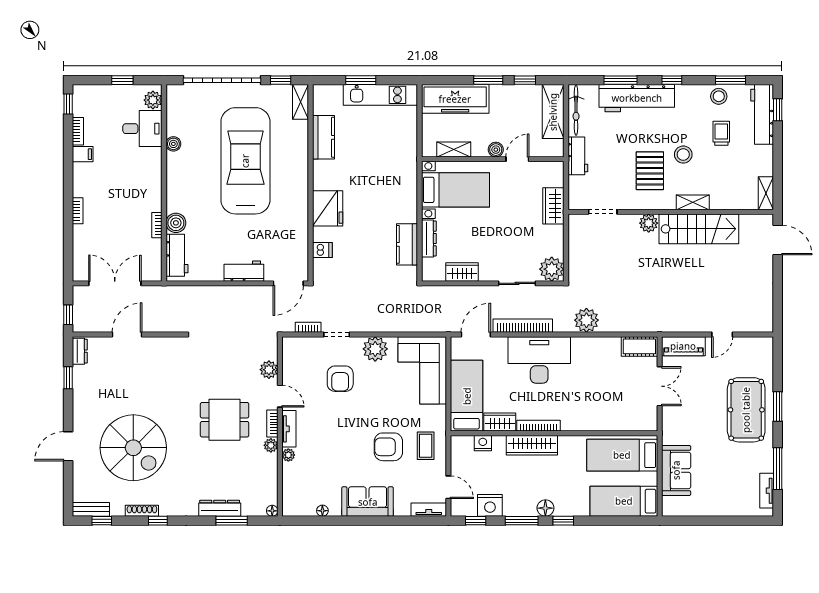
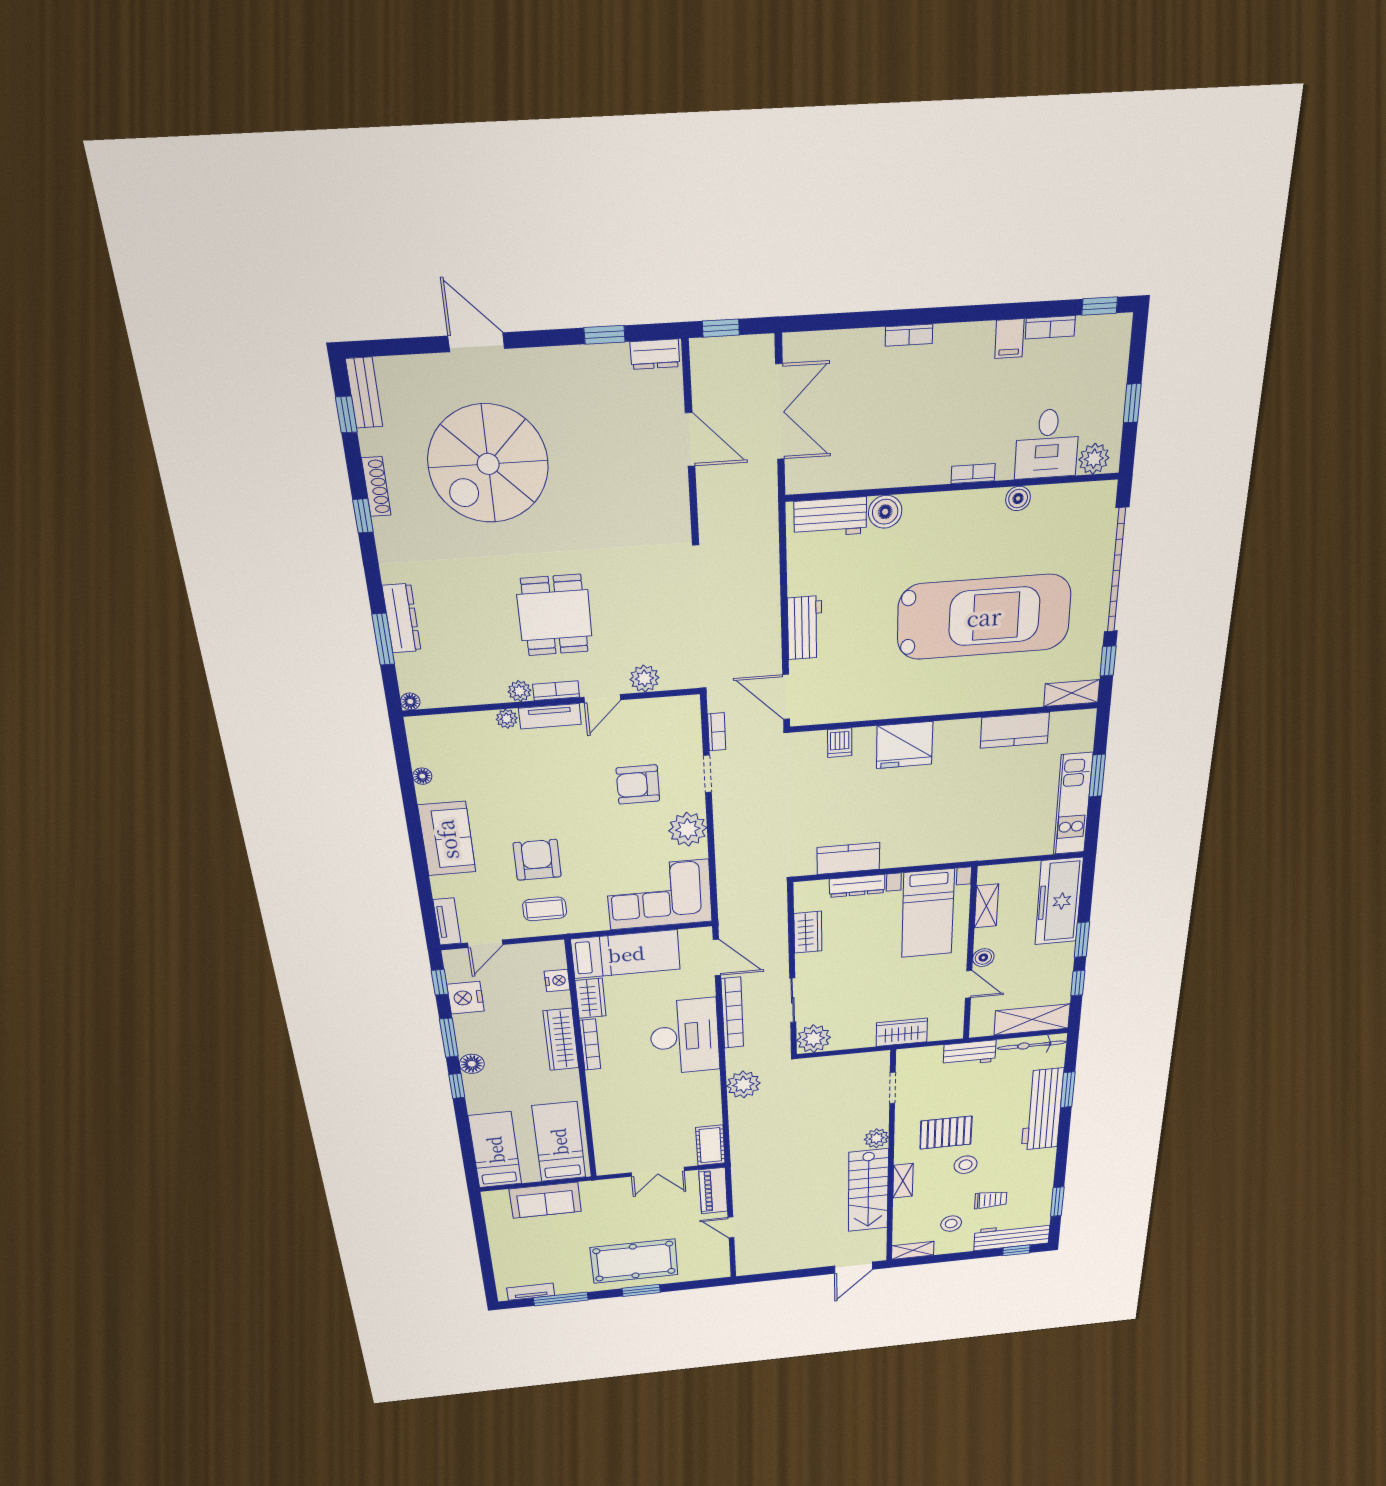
window: (672, 80) -> (1063, 1143), removed
stool: (719, 96) -> (951, 1224), moved
bookcase: (157, 225) -> (973, 474), moved

